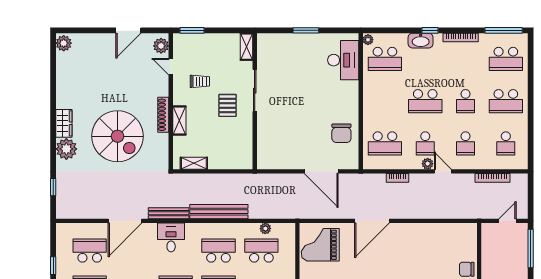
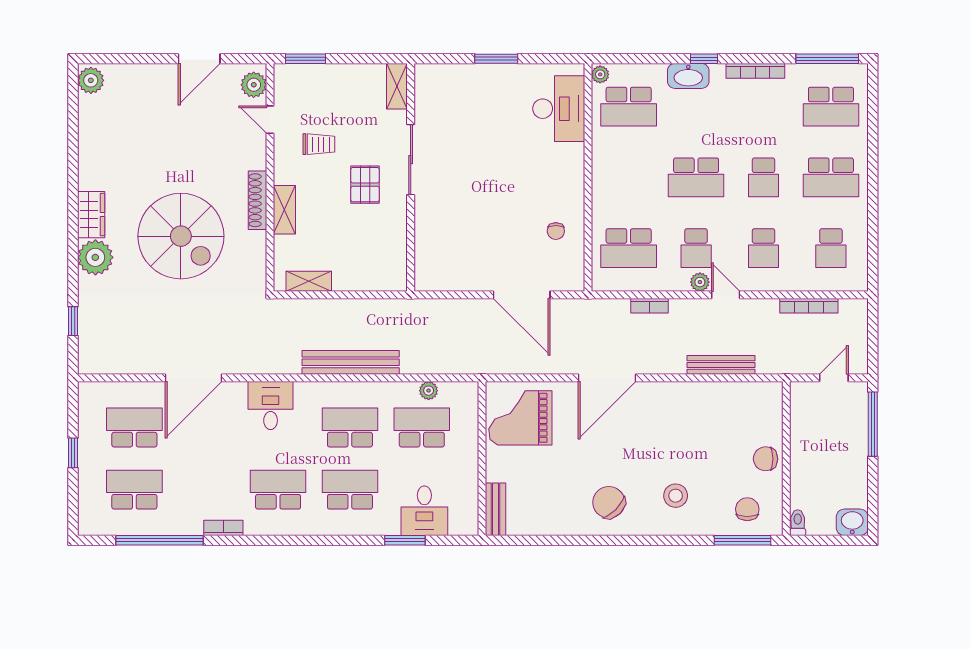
chair: (341, 133) -> (556, 231), width x0.54, depth x0.54
bench: (169, 213) -> (721, 365), moved

